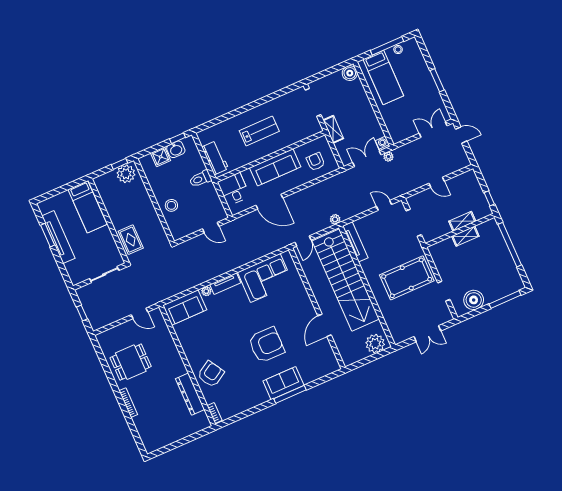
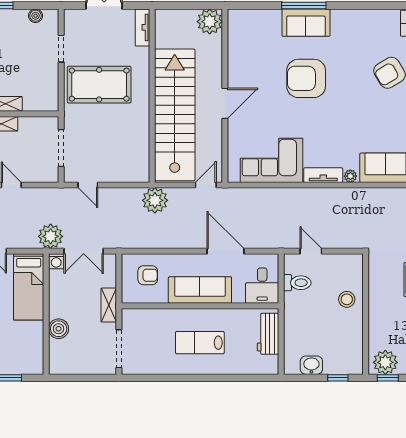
boiler: (350, 73) -> (59, 329), moved
bed: (383, 78) -> (29, 287), moved, turned 180
window: (178, 138) -> (338, 378), moved
shower: (161, 157) -> (334, 364), removed
plant: (388, 157) -> (51, 236), width x1.88, depth x1.88
armchair: (316, 162) -> (148, 275), turned -90
toilet: (200, 179) -> (297, 283), moved
plant: (335, 219) -> (155, 200), width x1.87, depth x1.87
tv unit: (355, 242) -> (142, 27), moved, width x0.71
boiler: (474, 300) -> (36, 16), width x0.54, depth x0.54
door: (324, 325) -> (225, 103), moved
plant: (375, 344) -> (210, 22), moved

